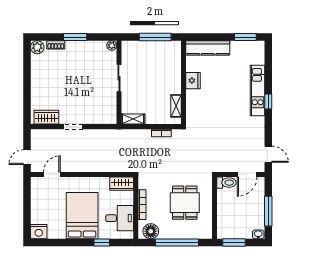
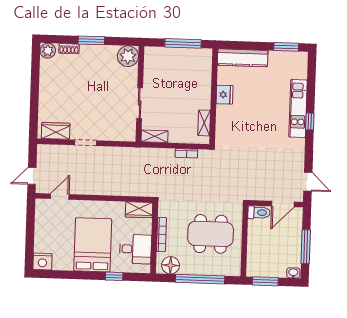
plant: (112, 45) -> (128, 56), width x1.88, depth x1.88
sliding door: (119, 78) -> (140, 103), moved
dining table: (185, 203) -> (211, 234), width x1.38

